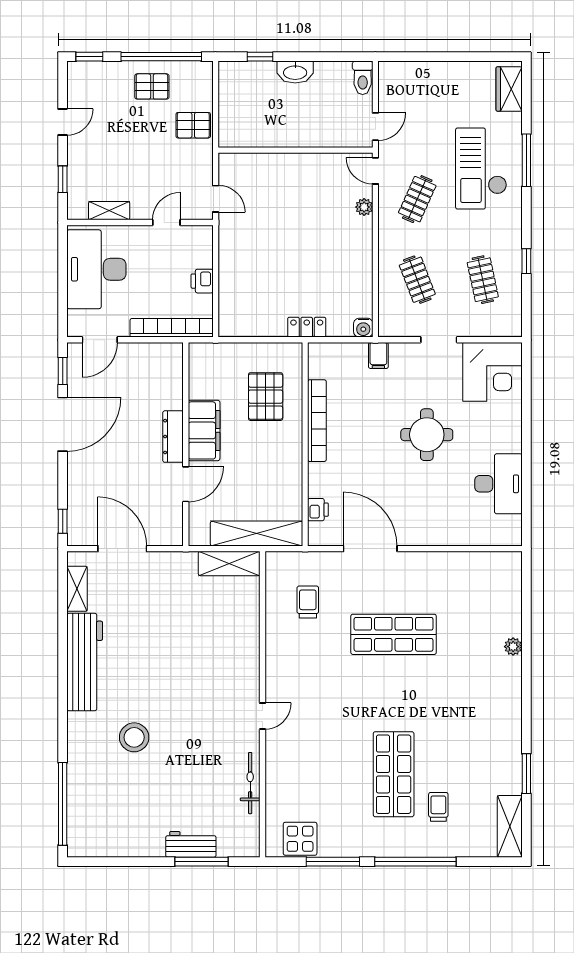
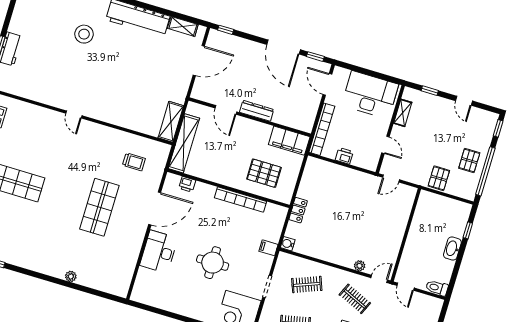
filing cabinet: (204, 430) -> (289, 141), moved
desk: (498, 484) -> (159, 252), moved, turned 90
bicycle: (250, 783) -> (36, 95), removed

